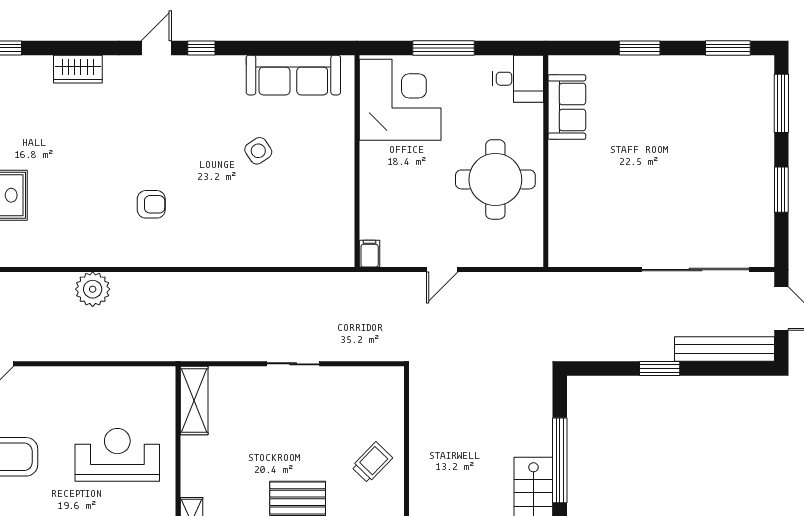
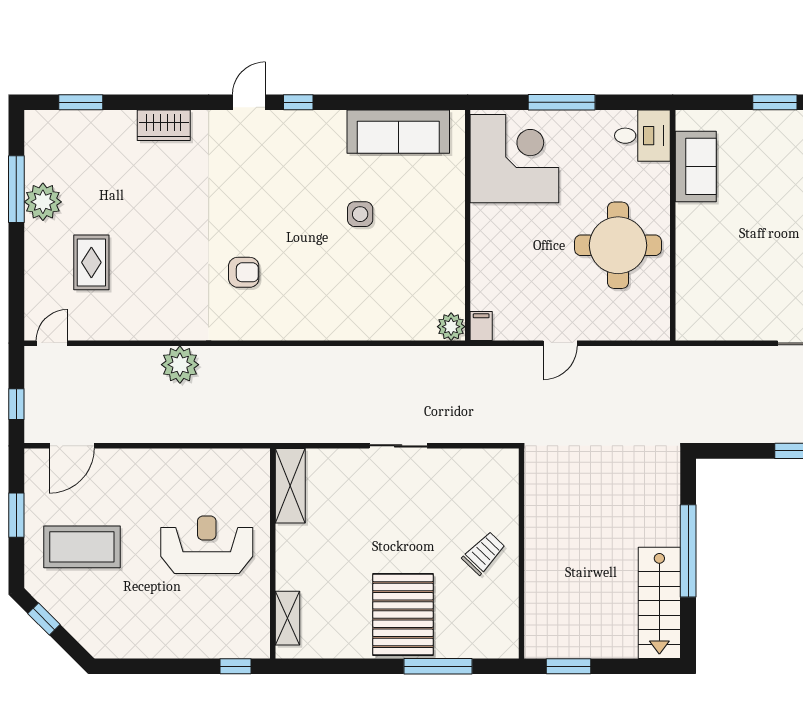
side table: (258, 151) -> (360, 214), turned 34
plant: (342, 254) -> (451, 327), added

